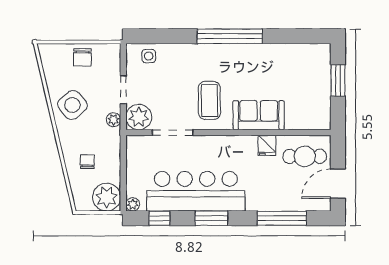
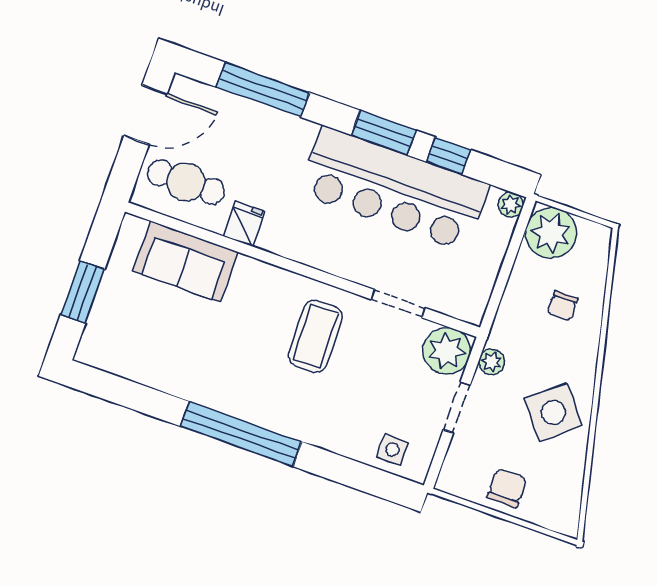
sofa: (259, 115) -> (185, 261), moved
doorway: (173, 133) -> (398, 304), width x0.73
window: (159, 218) -> (449, 156), moved

